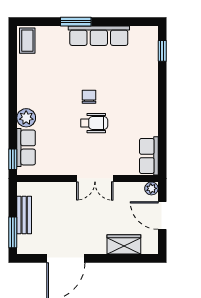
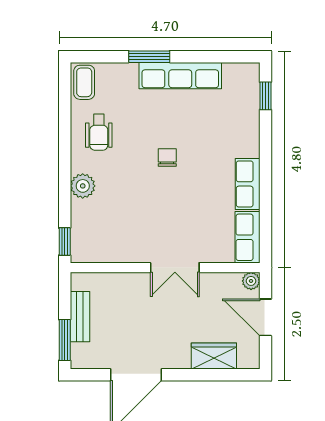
wheelchair: (94, 123) -> (99, 132), moved, turned 90
row of seats: (26, 147) -> (248, 184), moved, turned 180

